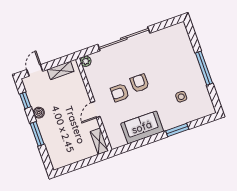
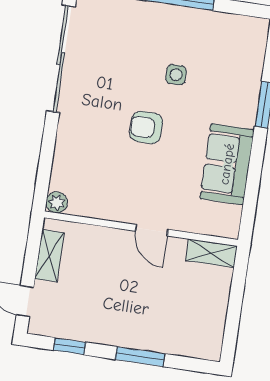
sliding door: (124, 39) -> (61, 59), moved
armchair: (120, 93) -> (145, 171), removed
side table: (181, 97) -> (176, 75), moved
boiler: (39, 113) -> (104, 334), removed

